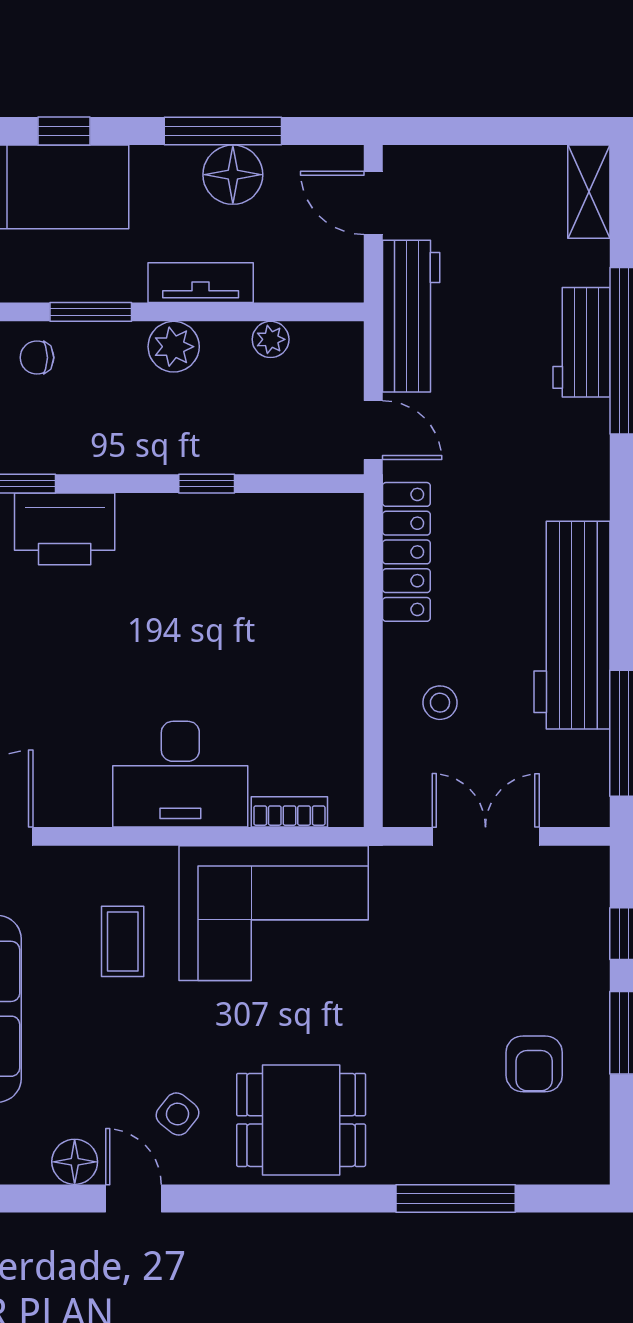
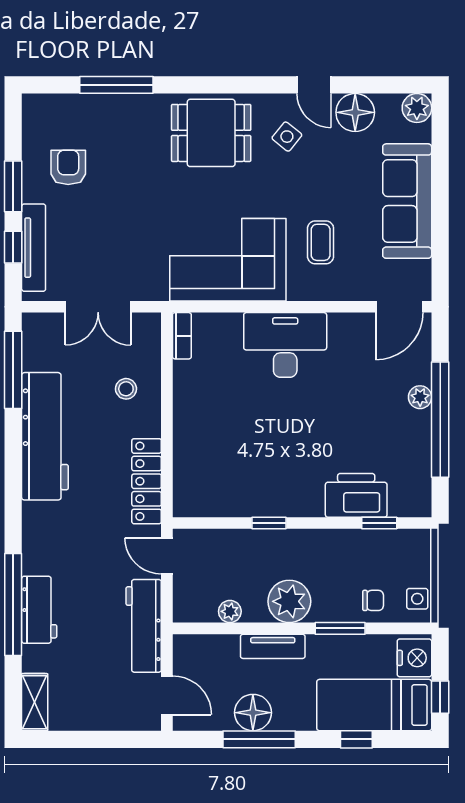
plant: (174, 347) -> (289, 601), width x1.36, depth x1.36
bookcase: (289, 812) -> (182, 336), moved, turned -90
tv unit: (591, 933) -> (34, 248), added
floor lamp: (75, 1162) -> (355, 112), width x1.38, depth x1.38

